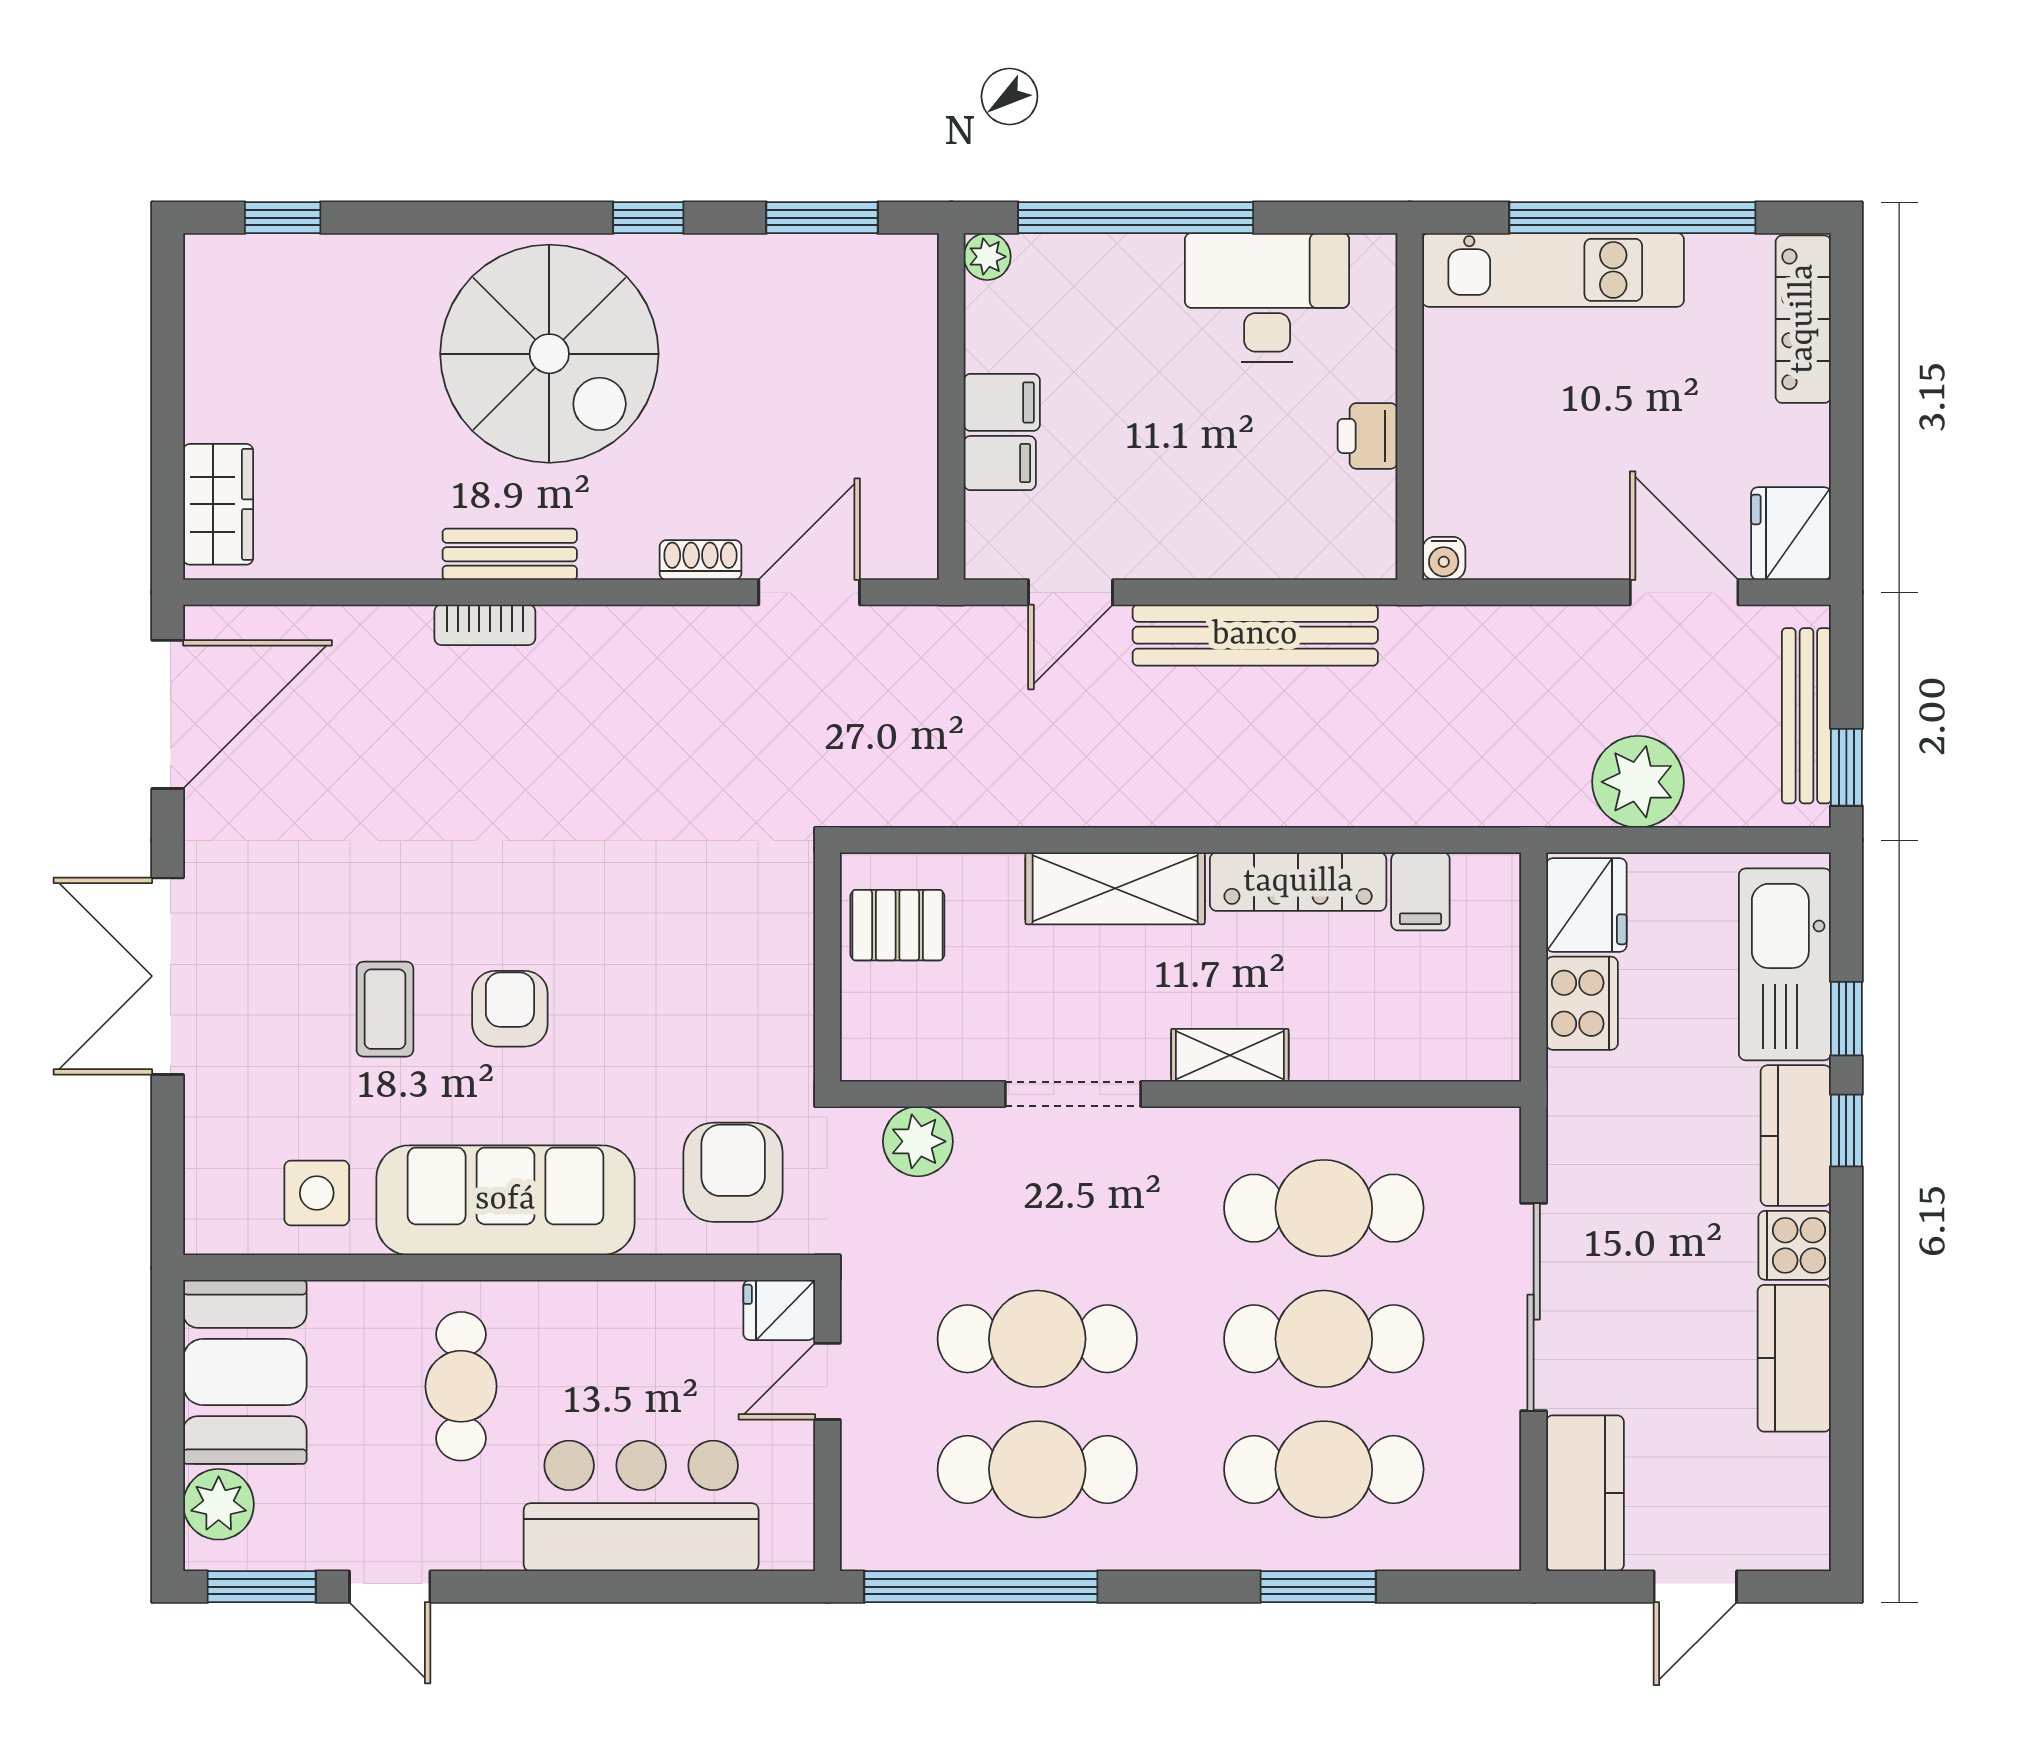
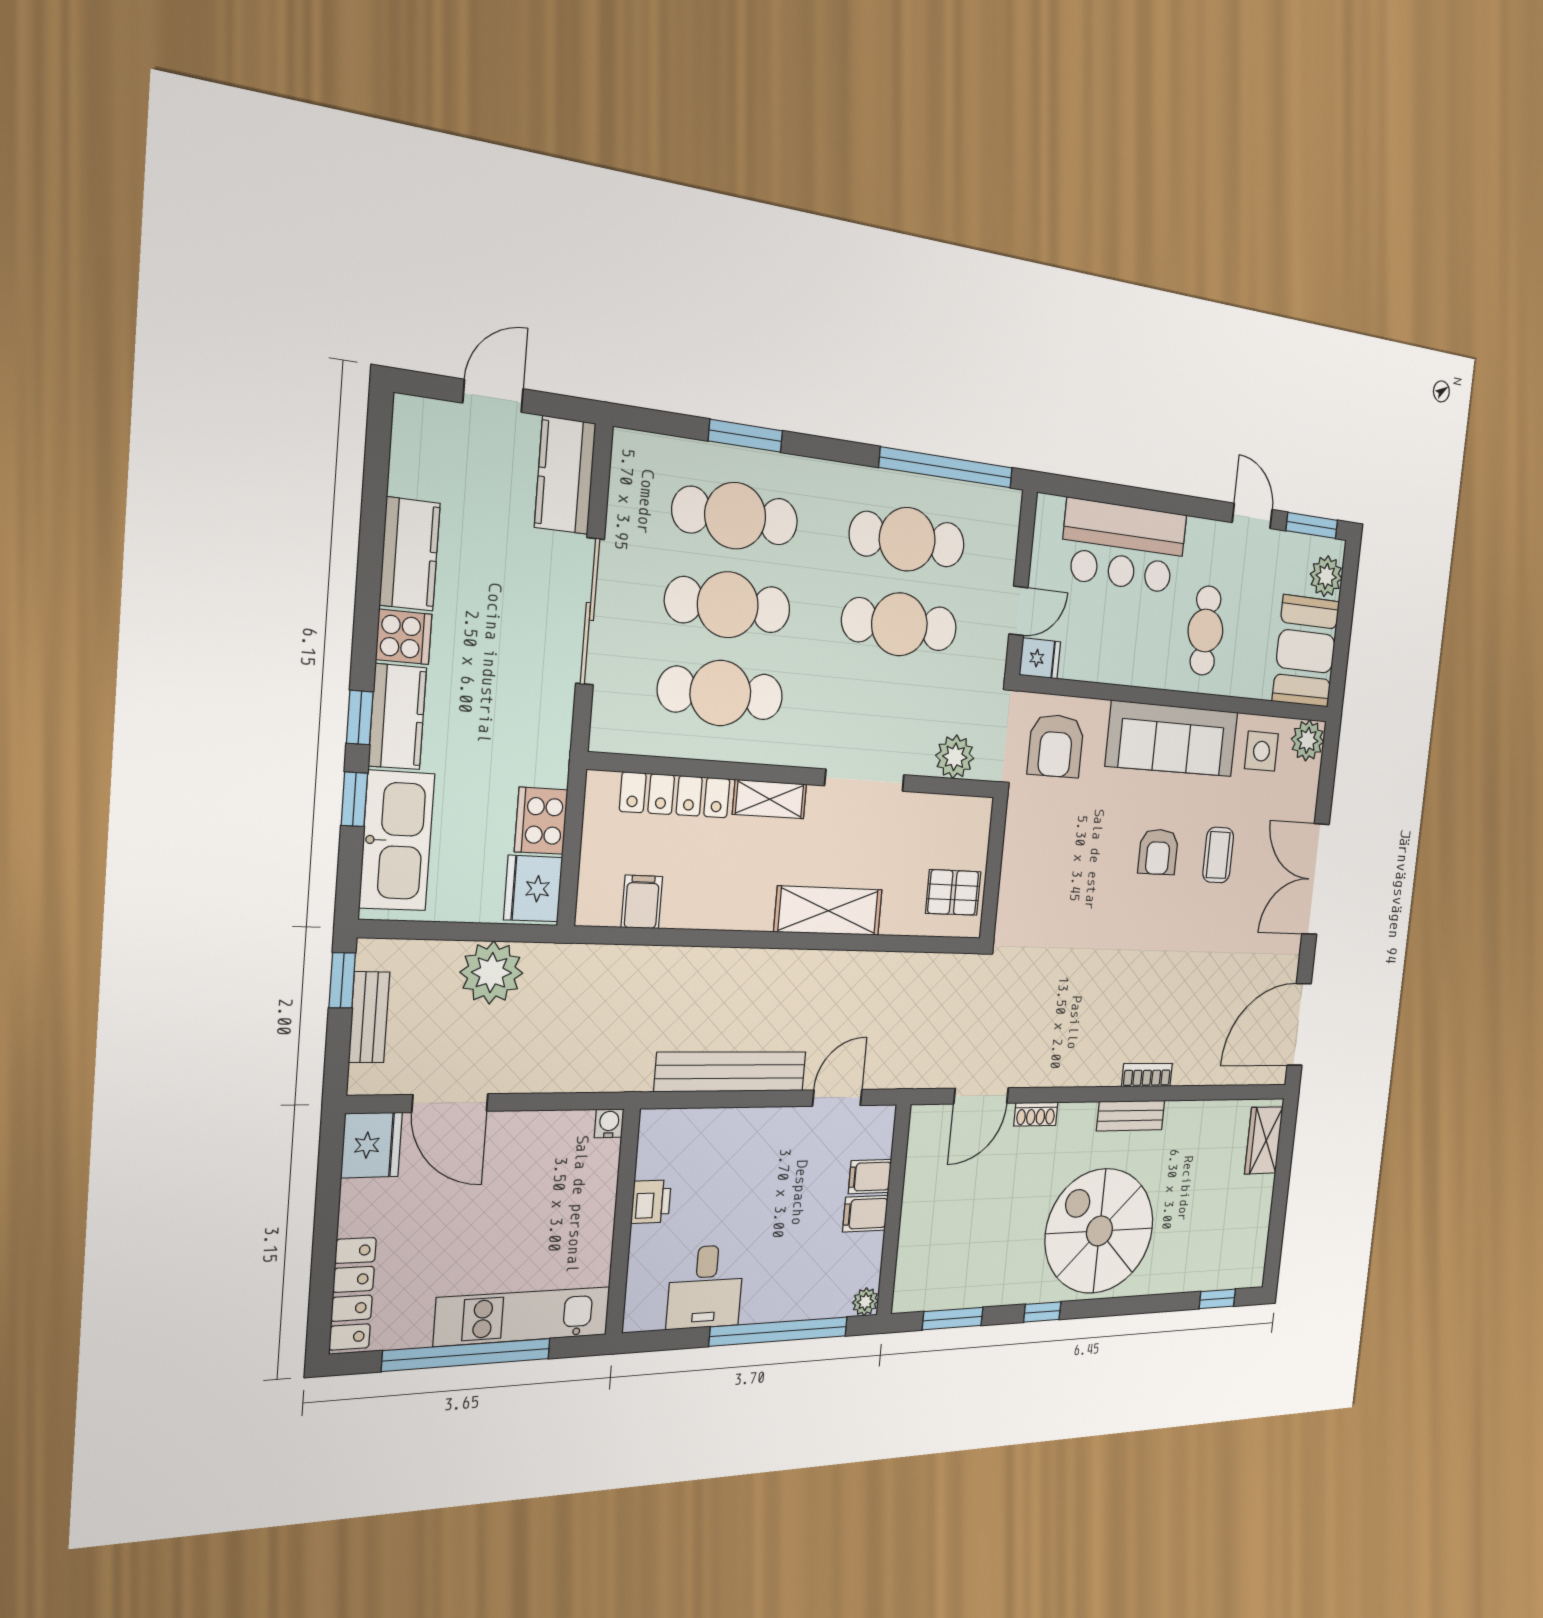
desk: (1267, 298) -> (705, 1287), width x0.73
bench: (1806, 716) -> (369, 1017), width x0.73
locker: (1298, 882) -> (675, 795), moved, turned 180
double door: (168, 976) -> (1315, 879), swing flipped
plant: (219, 1219) -> (1308, 740), added

